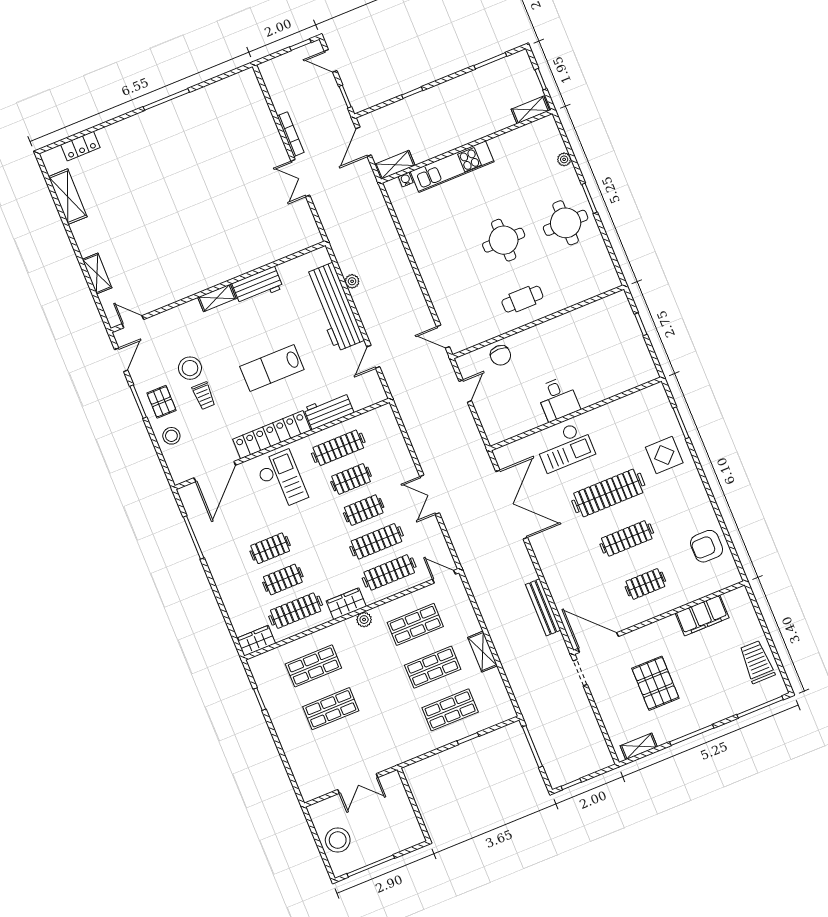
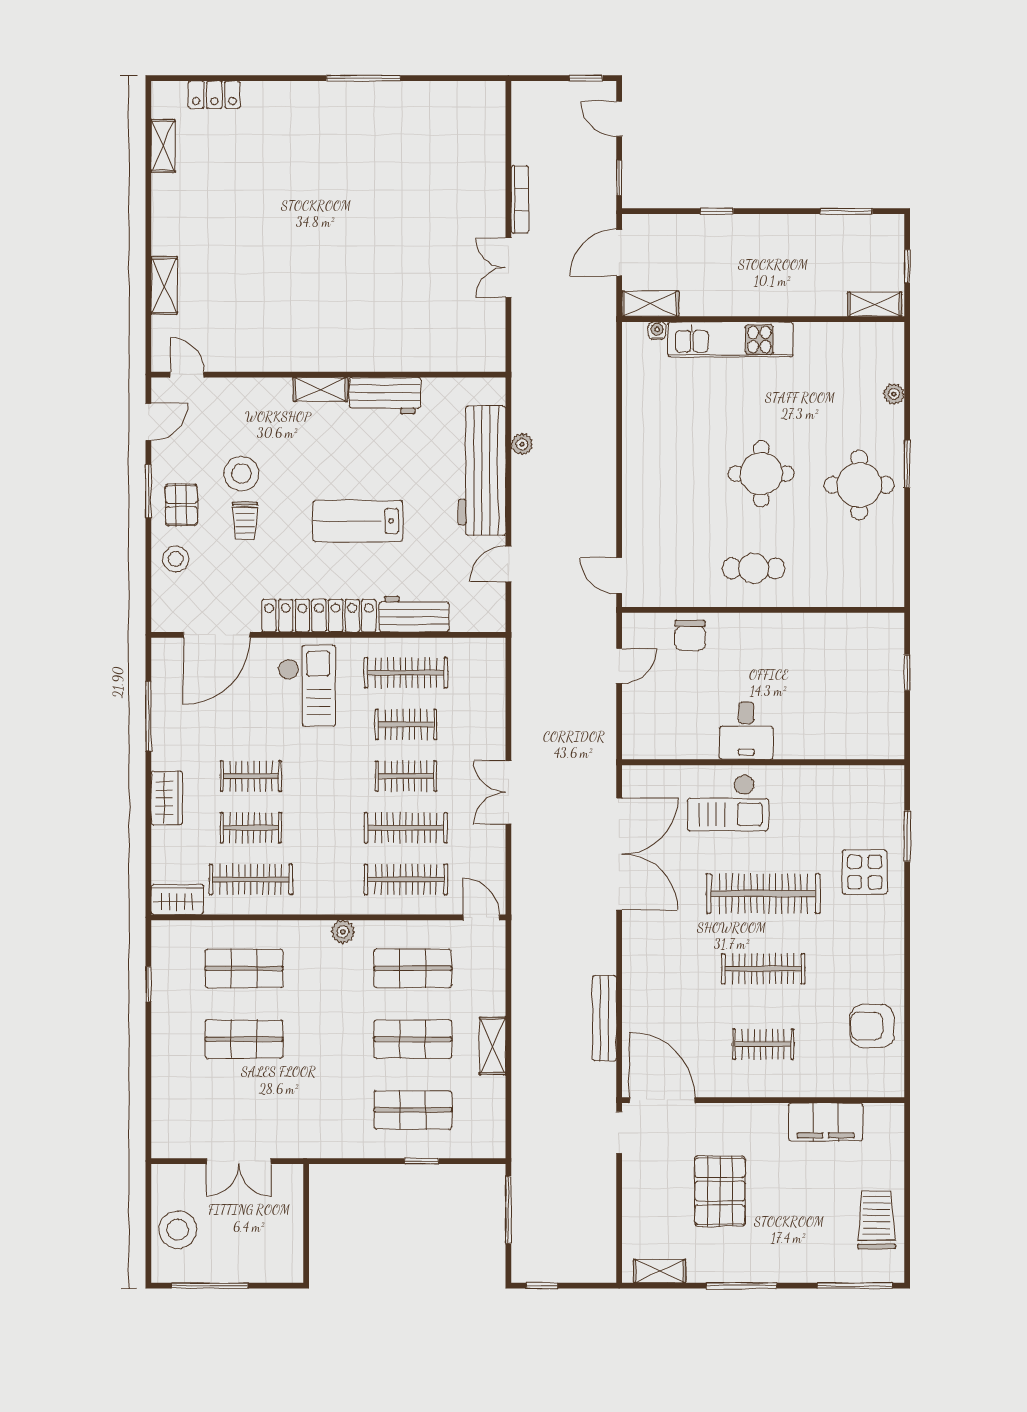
shelving: (68, 197) -> (163, 146), width x0.67, depth x0.75
wardrobe: (346, 604) -> (167, 798), moved, turned 90

